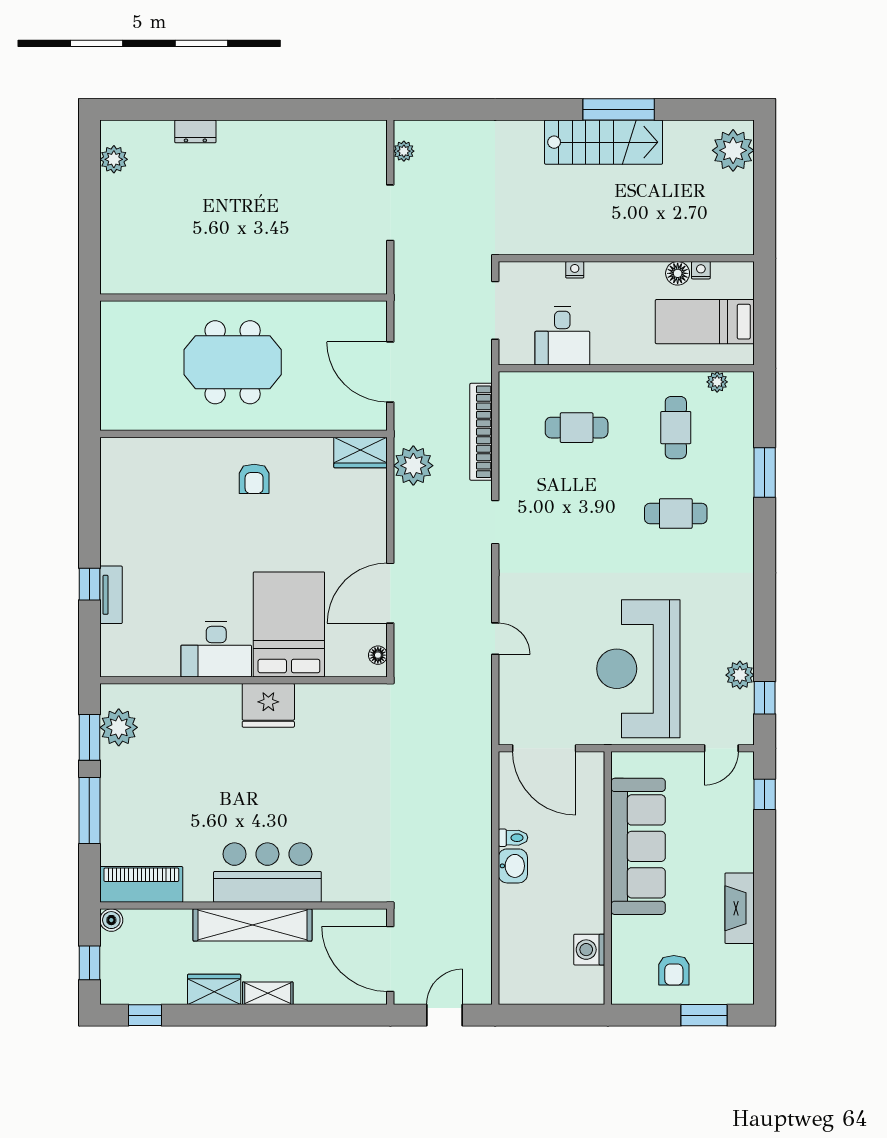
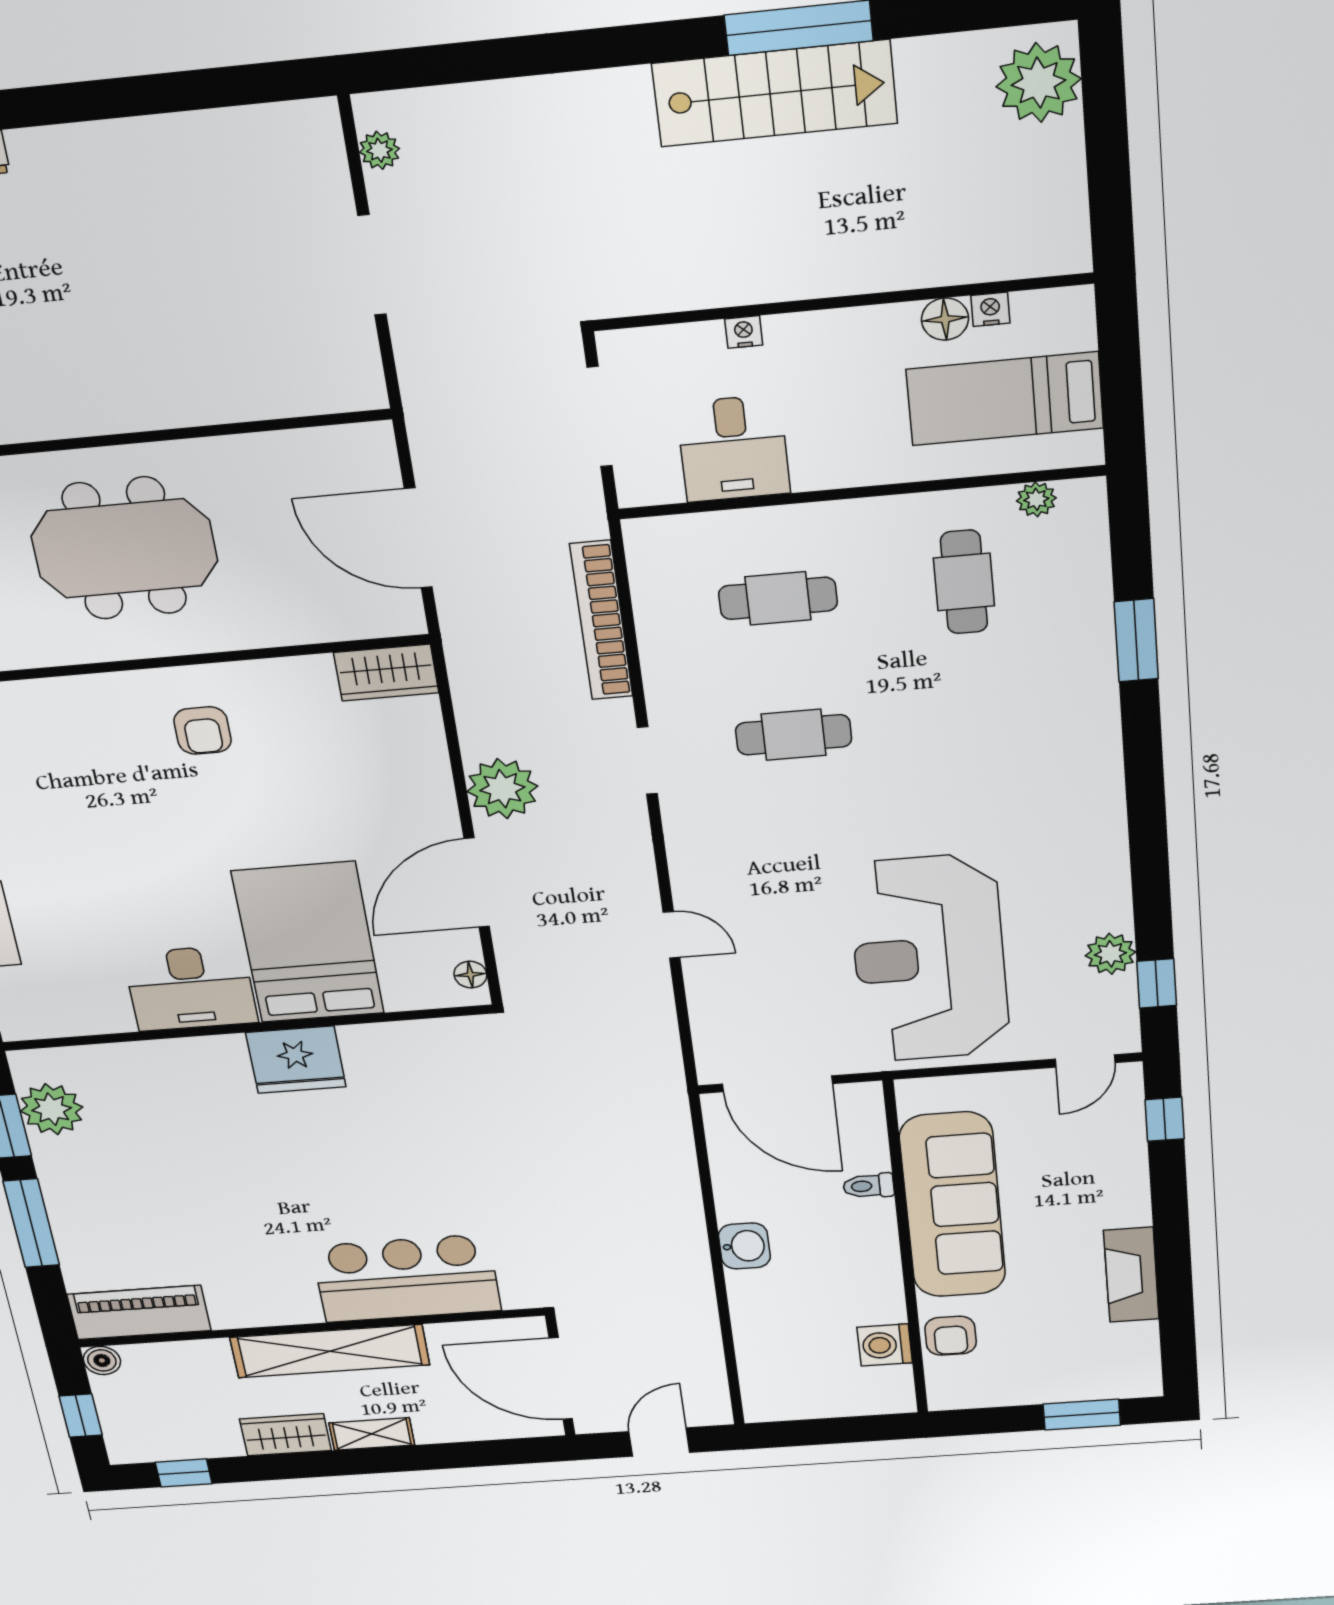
plant: (413, 466) -> (502, 789), moved
cafe table: (676, 514) -> (794, 735), moved
toilet: (513, 838) -> (869, 1186), moved, turned 180
bar counter: (267, 873) -> (406, 1278), moved
armchair: (674, 970) -> (951, 1336), moved

